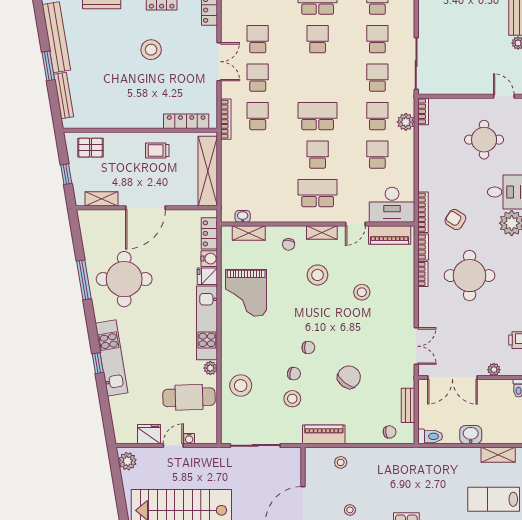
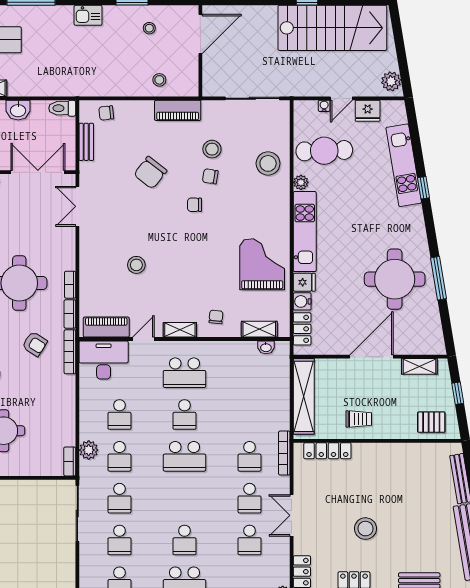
stool: (318, 275) -> (185, 284), removed
kitchen unit: (112, 358) -> (404, 165), moved

